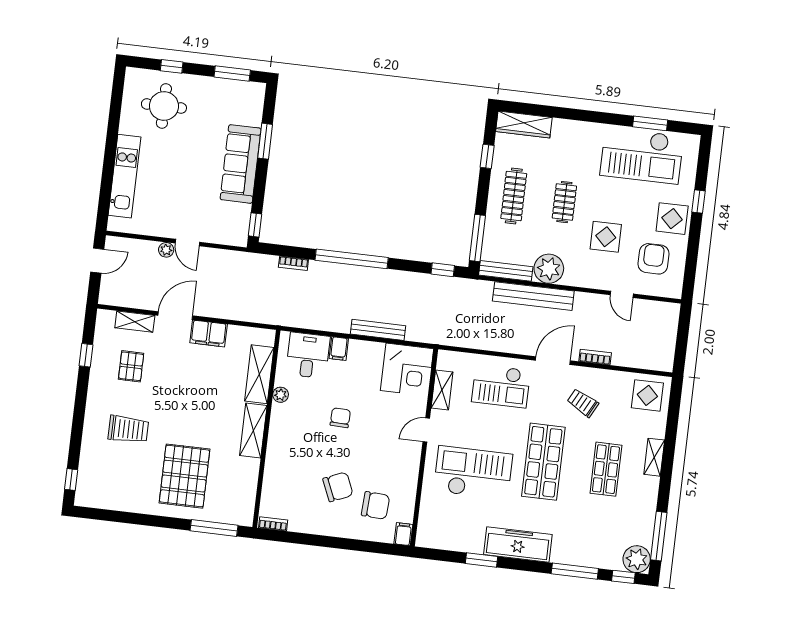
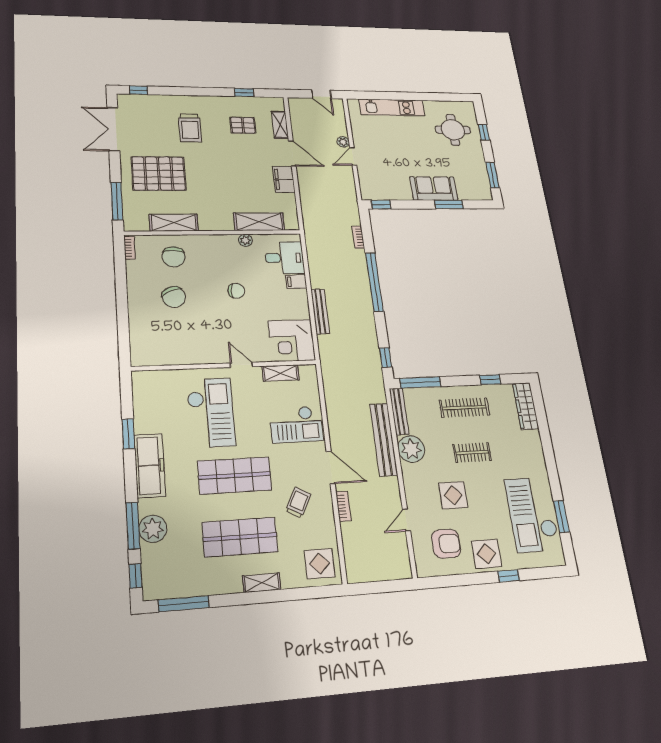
sofa: (241, 164) -> (434, 188), width x0.73
checkout: (501, 386) -> (296, 424), turned -90
shelving: (253, 430) -> (174, 223), moved
shop shelf: (606, 469) -> (240, 537), width x1.43, depth x1.36
chair: (376, 505) -> (174, 257), moved
double door: (121, 517) -> (113, 129), added
filing cabinet: (403, 534) -> (141, 359), removed
plant: (637, 559) -> (153, 529), moved

